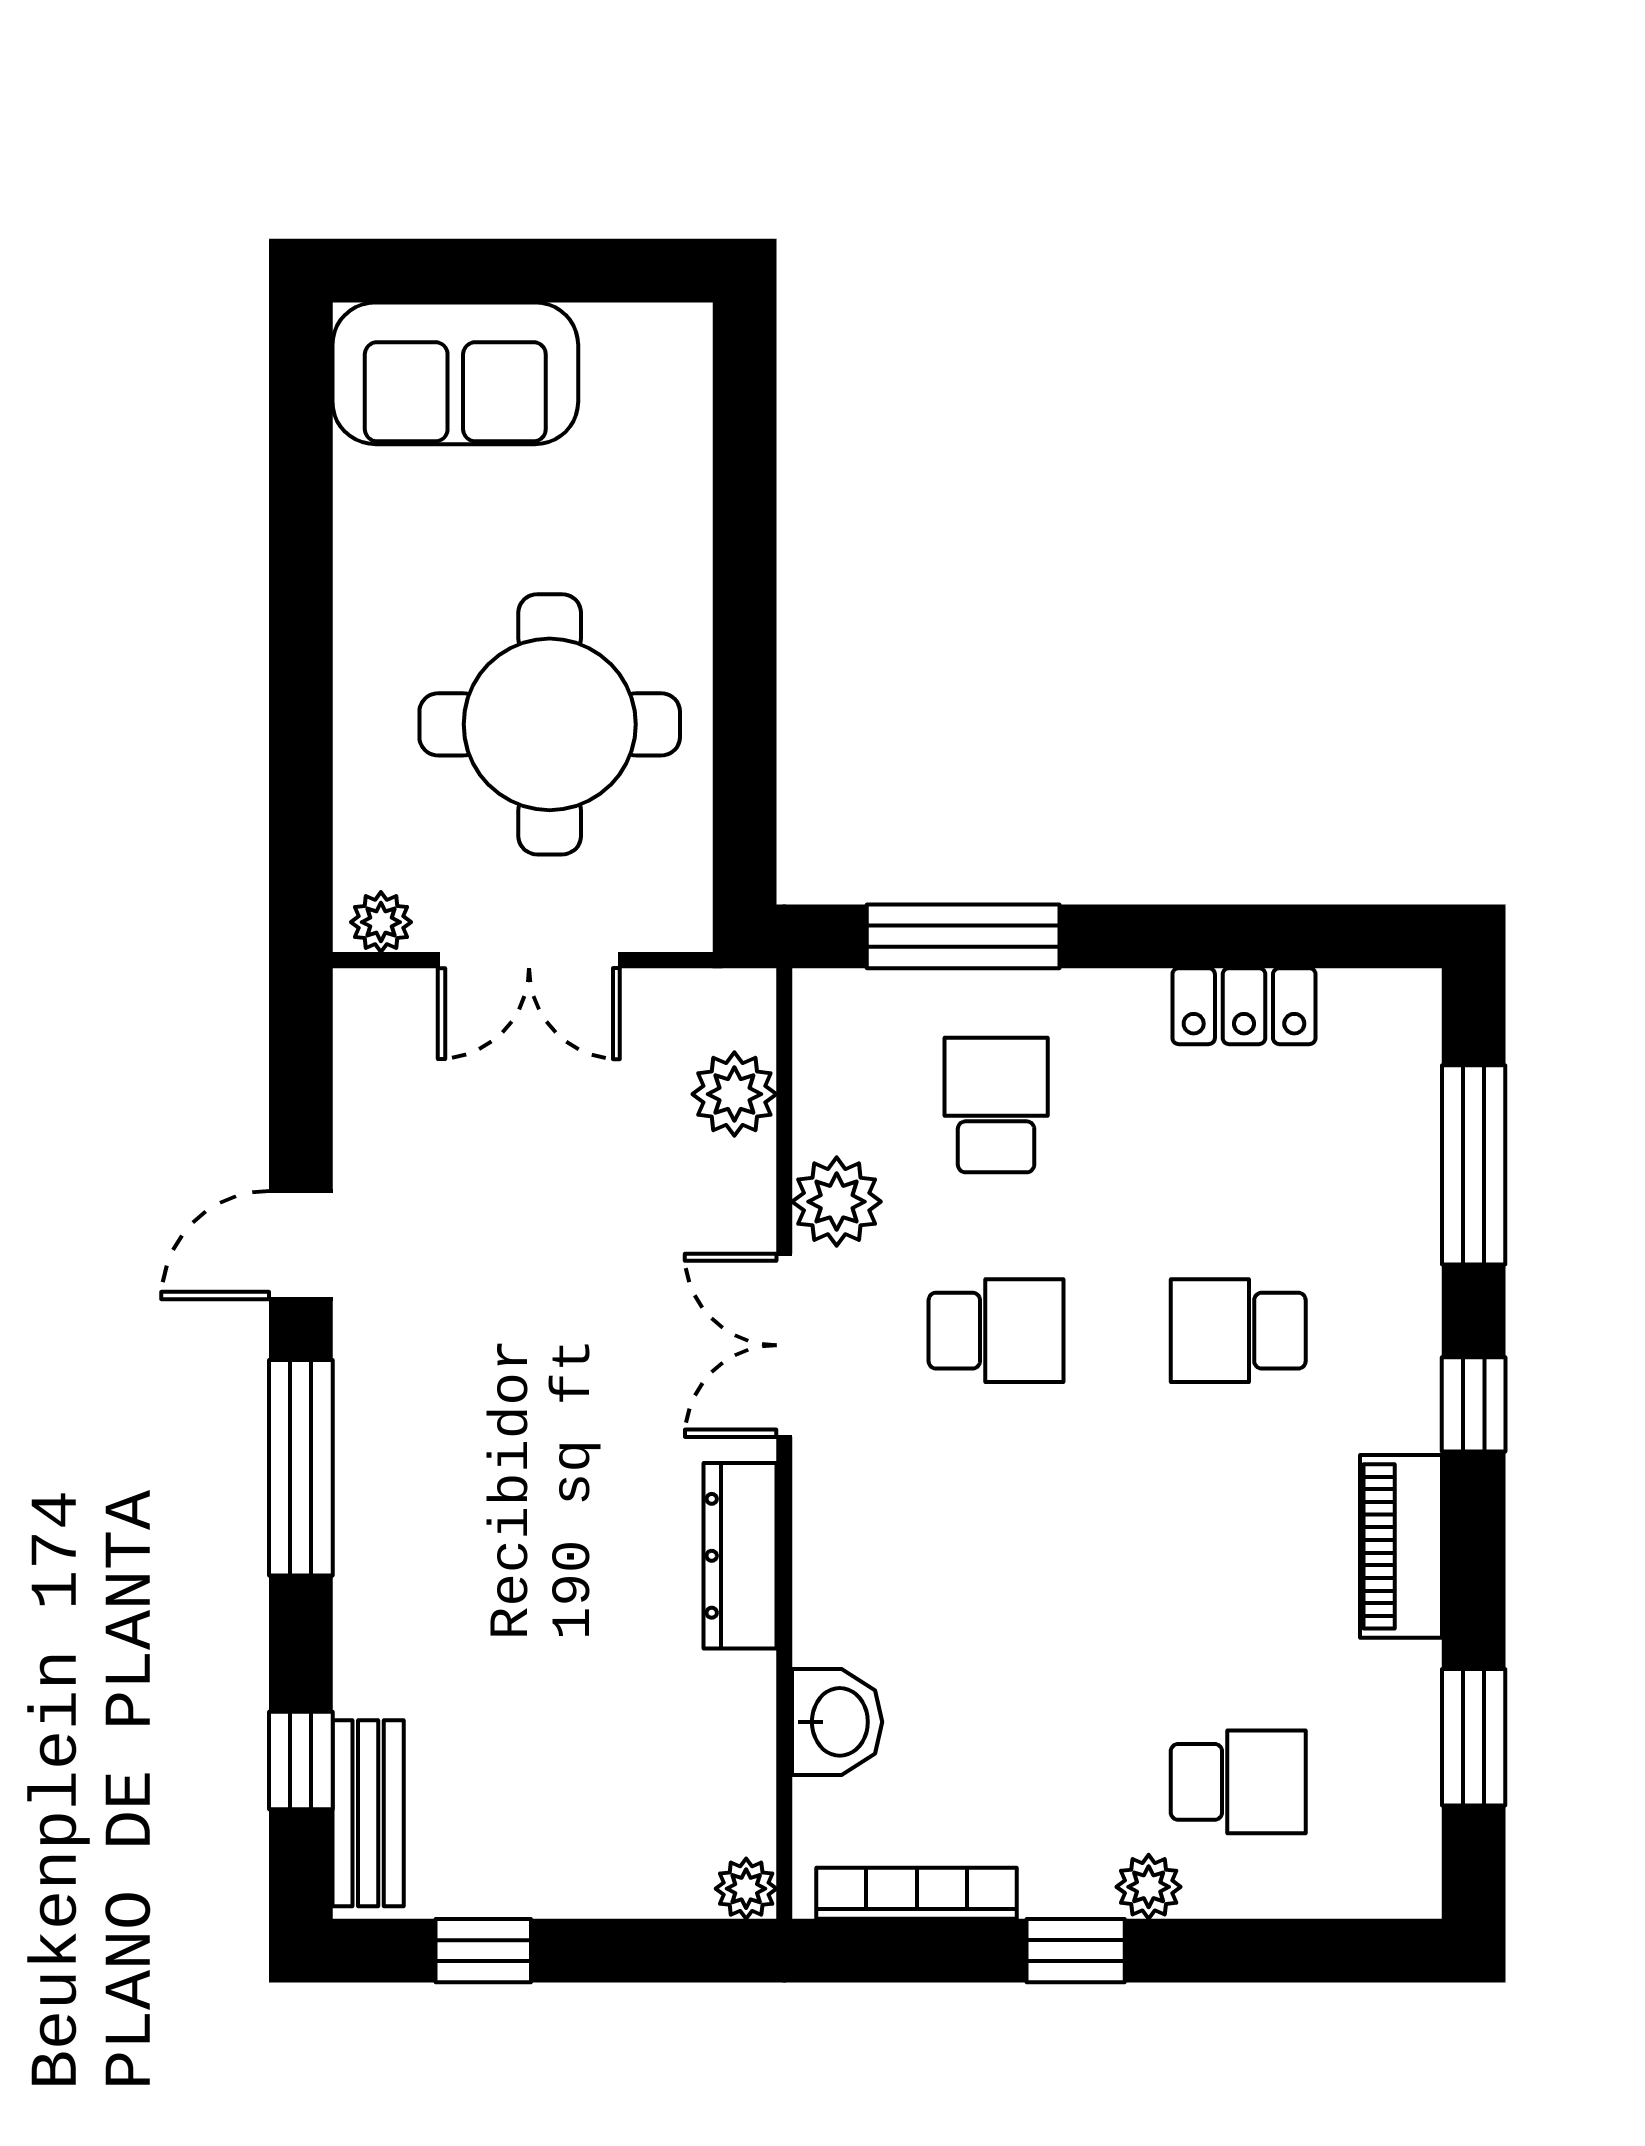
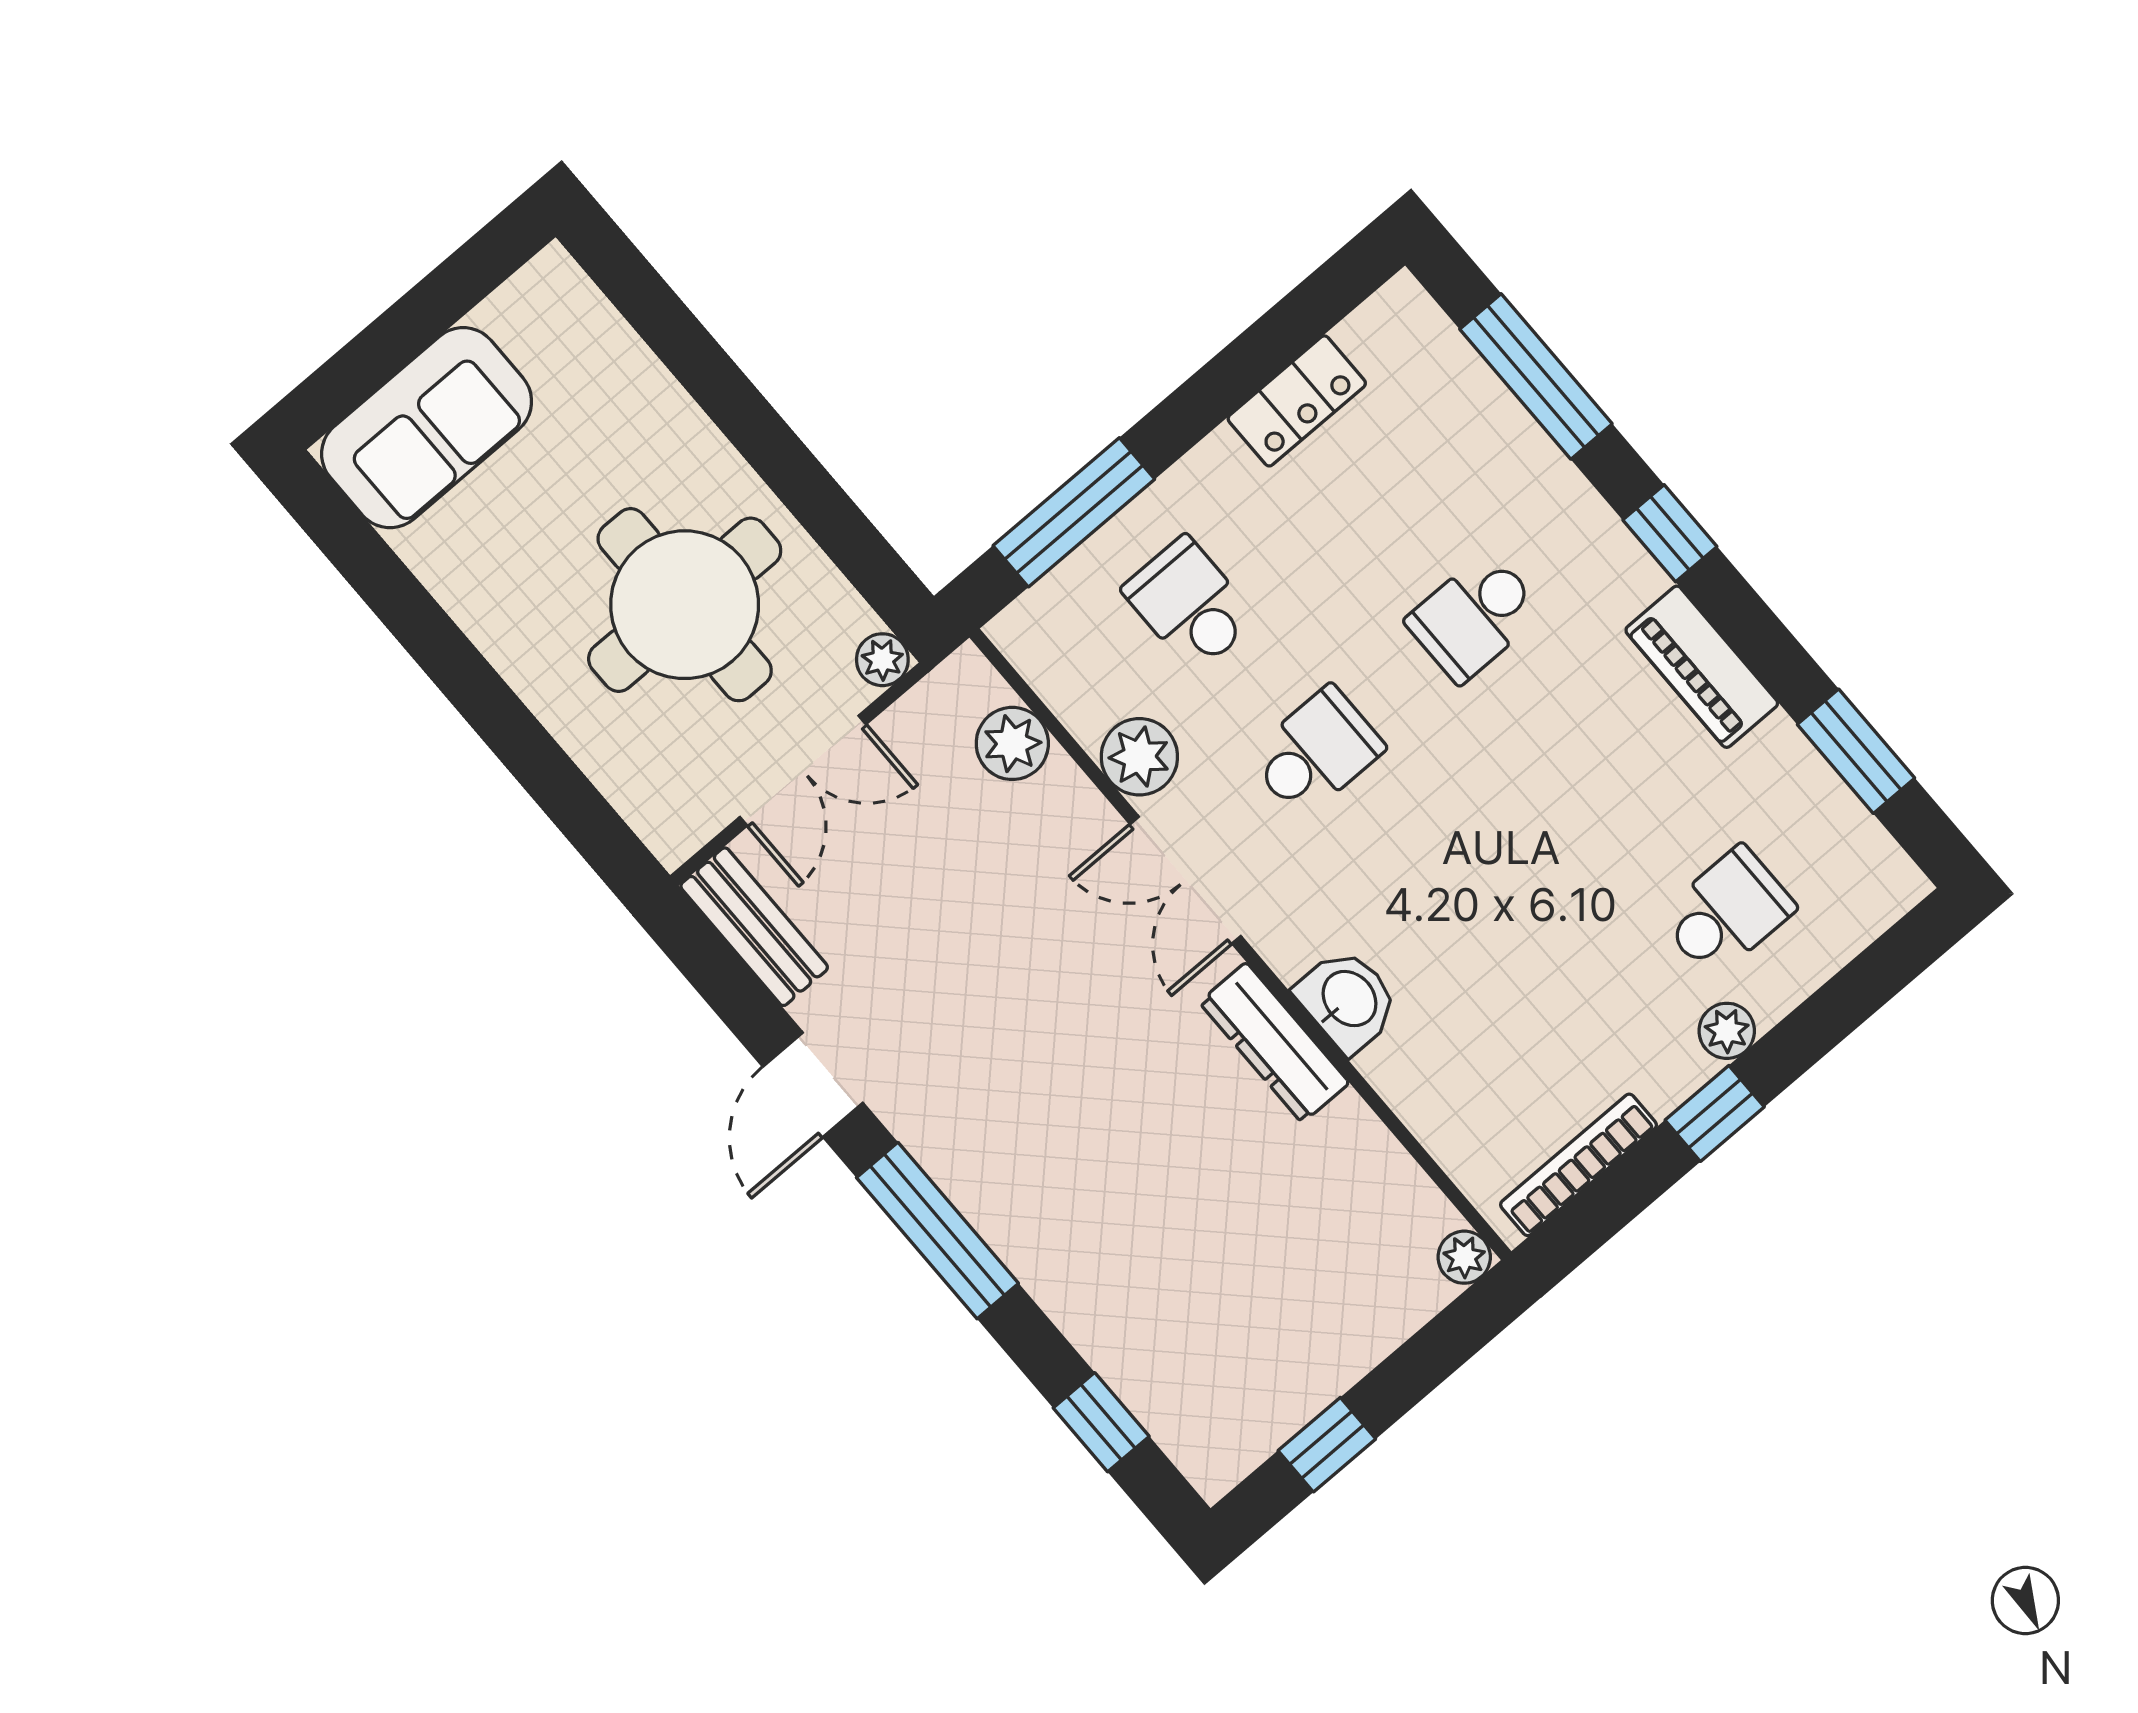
plant: (381, 922) -> (882, 660), moved
washbasin: (837, 1722) -> (1348, 1000), moved
bench: (368, 1813) -> (754, 927), moved

